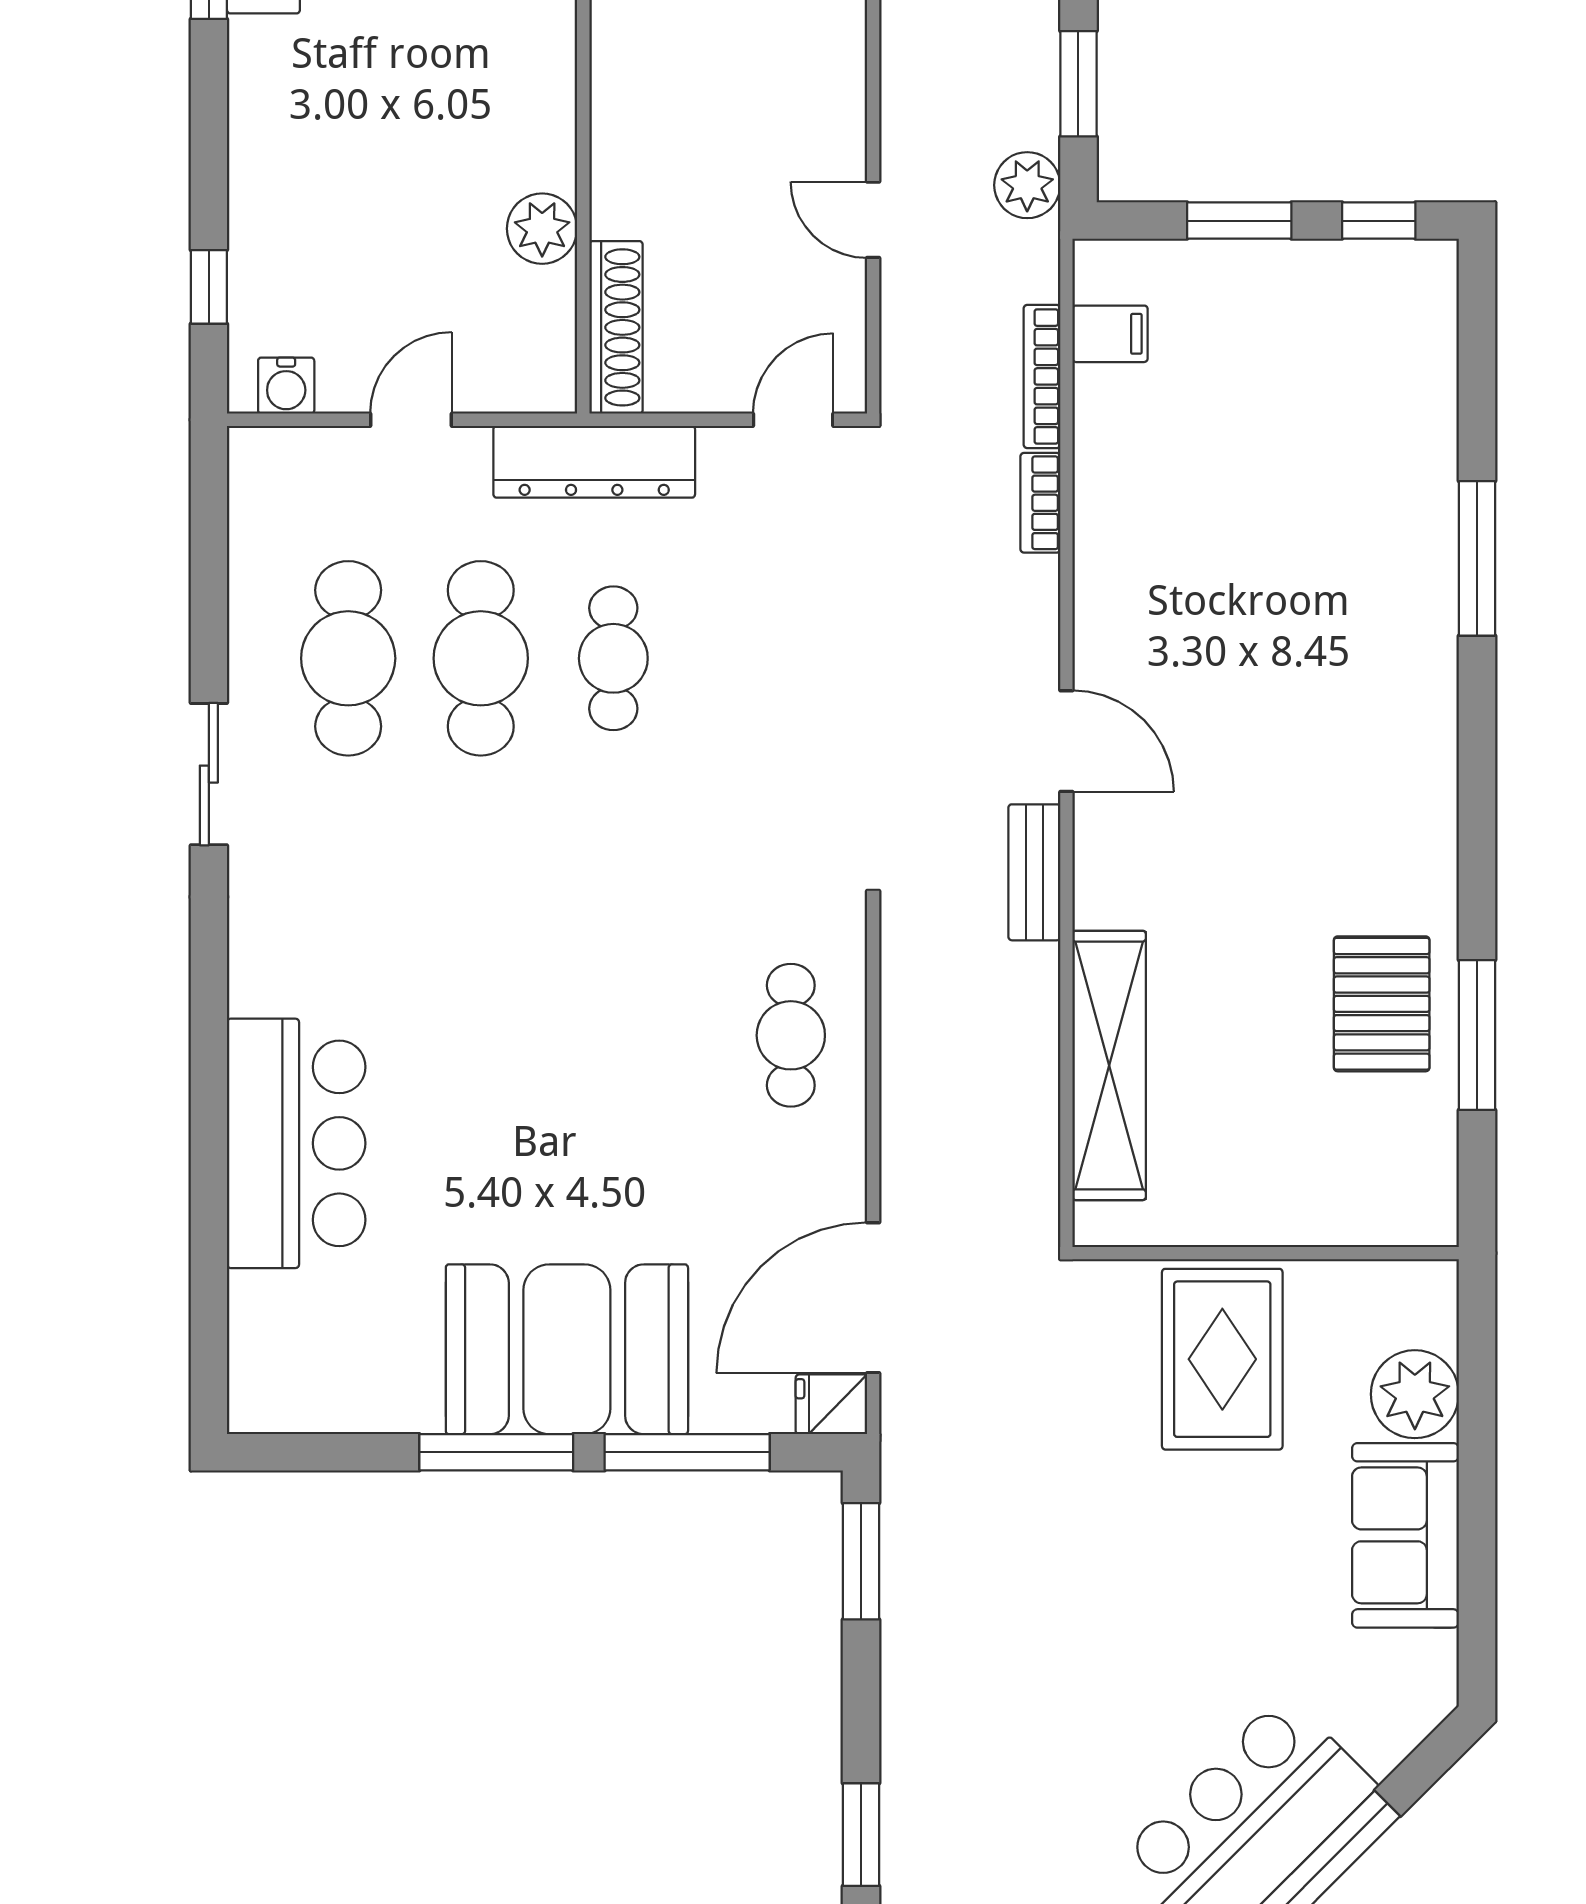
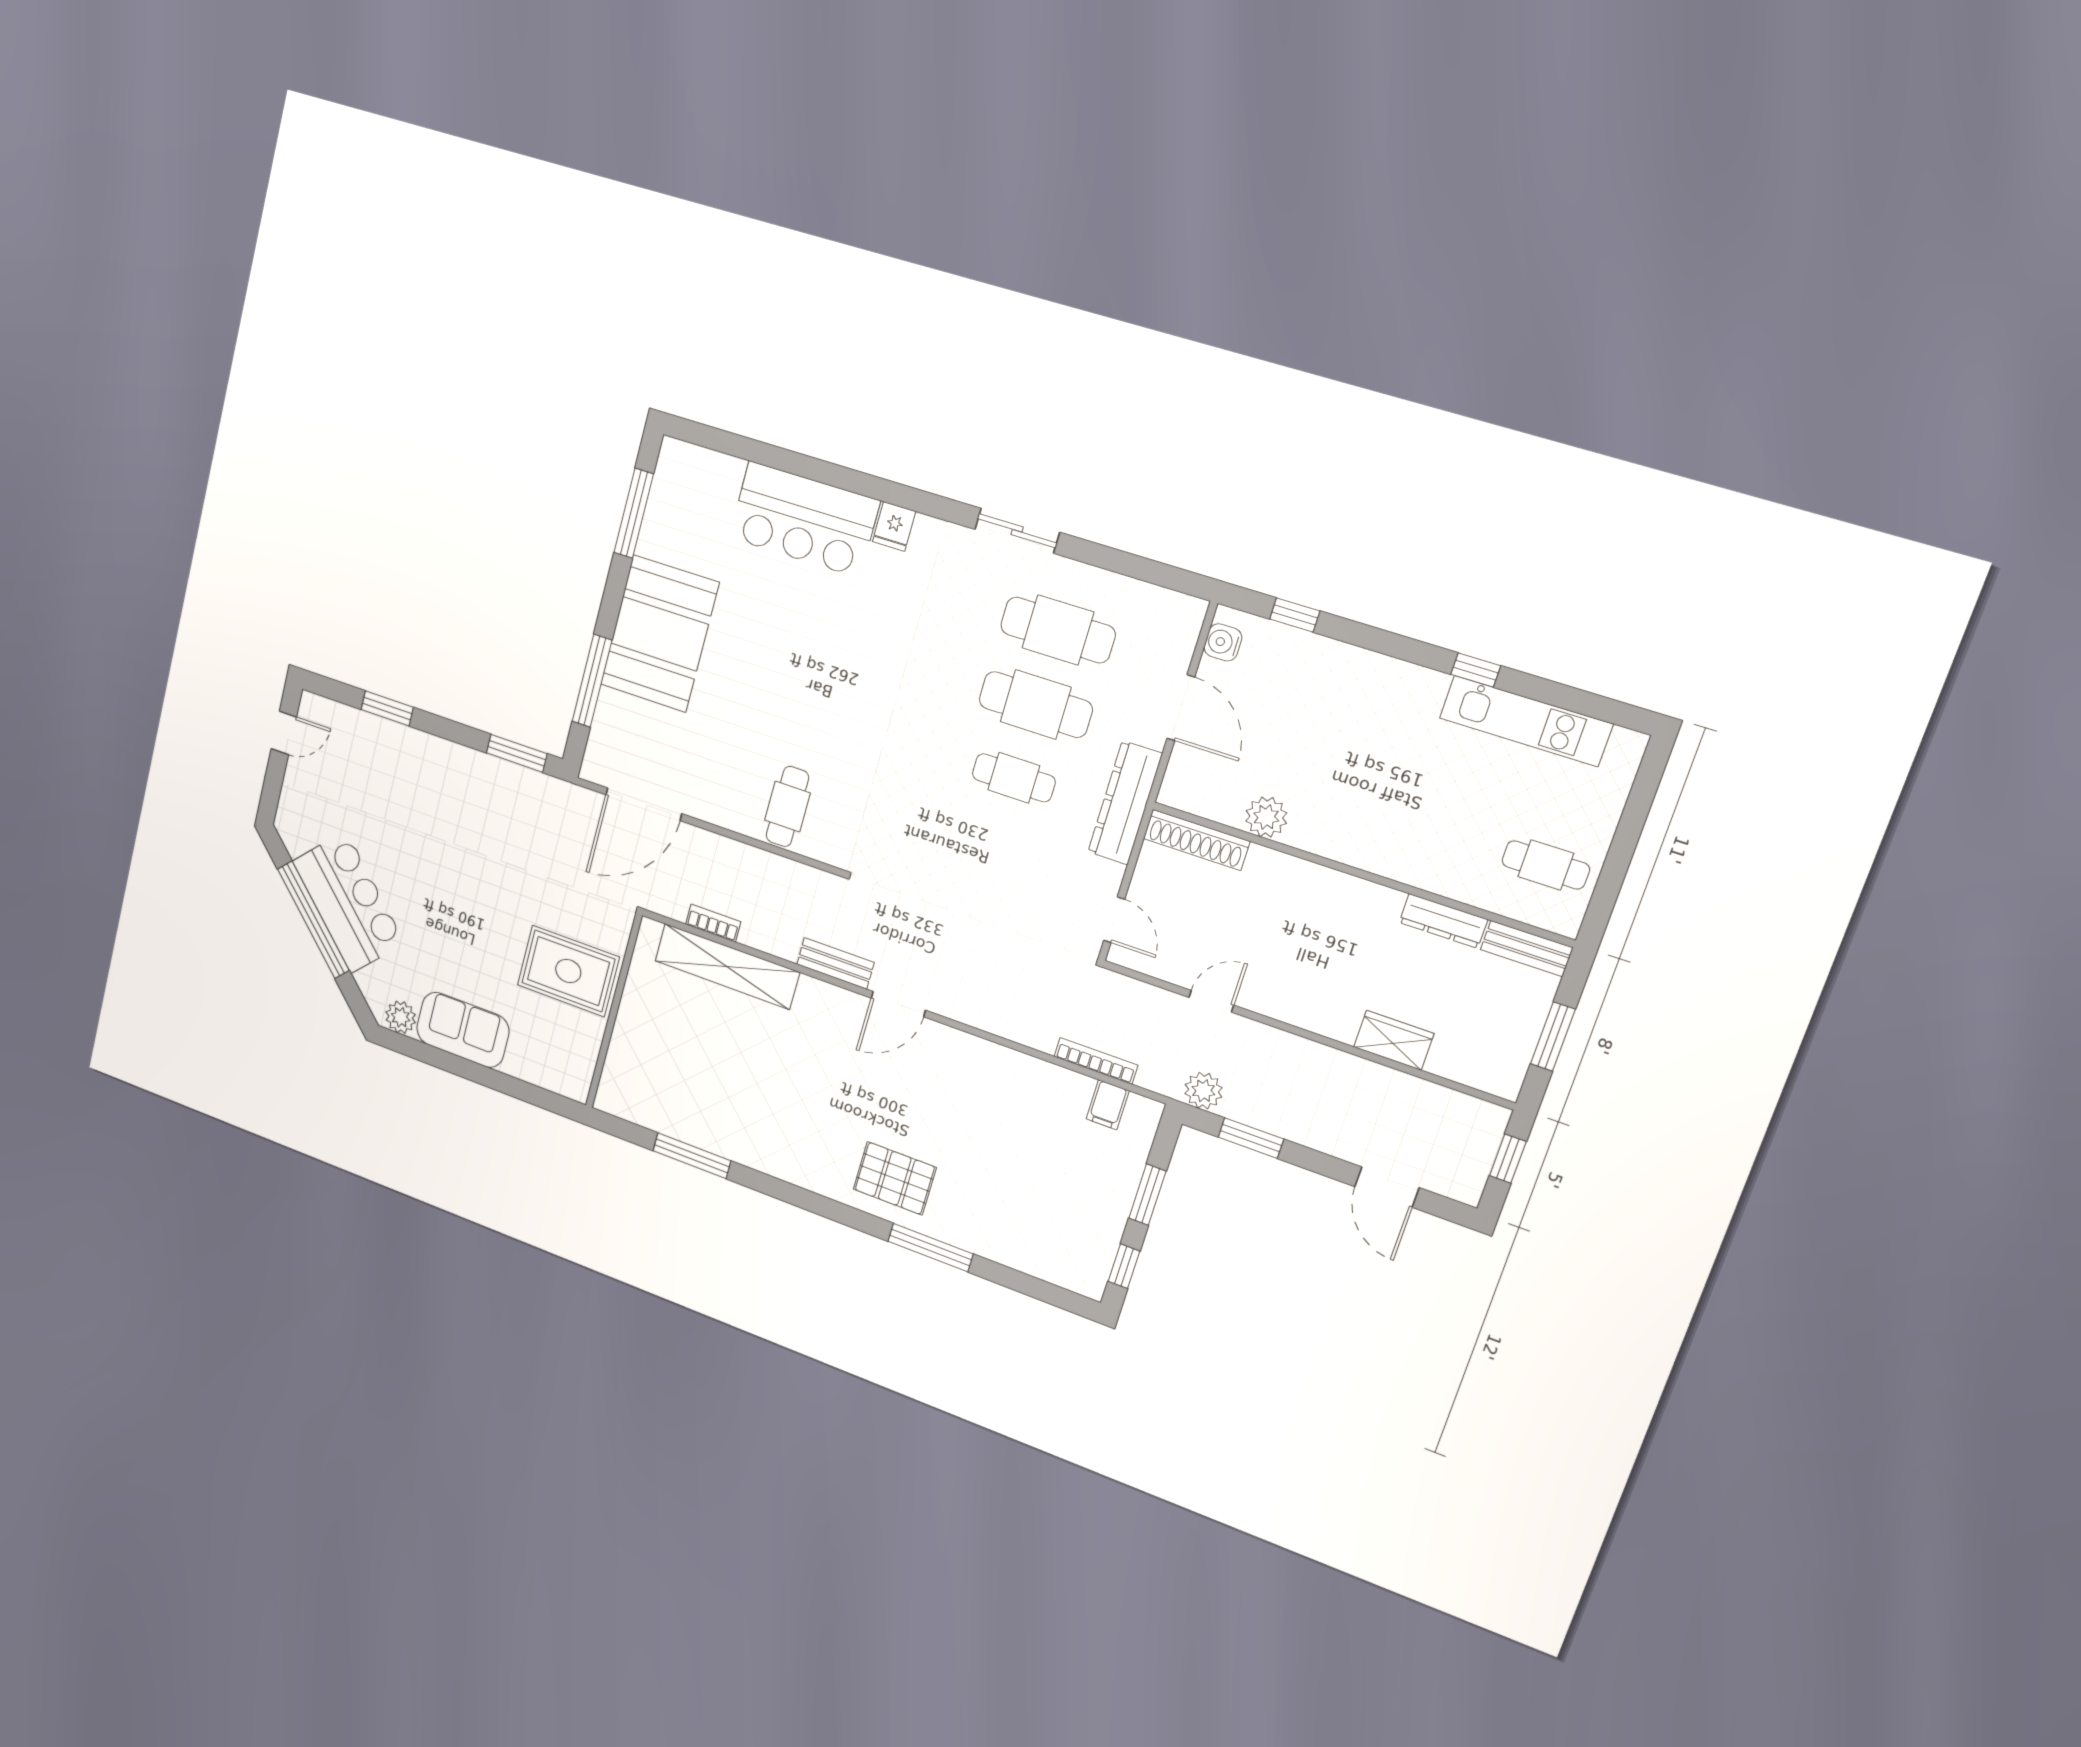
door: (411, 420) -> (1181, 708), width x1.38
bookcase: (1040, 503) -> (713, 923), moved
pallet: (1382, 1004) -> (895, 1178), moved
cafe table: (791, 1035) -> (787, 807), turned 90
door: (873, 1298) -> (644, 804), swing flipped
plant: (1415, 1394) -> (401, 1017), moved, width x0.73, depth x0.73
fridge: (831, 1404) -> (894, 526), moved, turned 180
window: (496, 1452) -> (634, 513), moved

